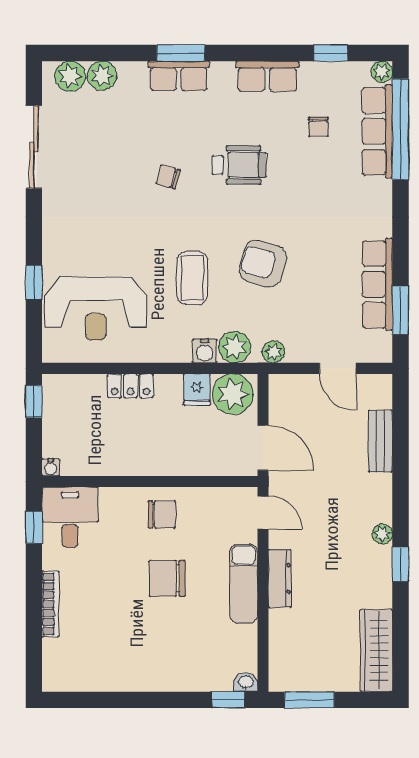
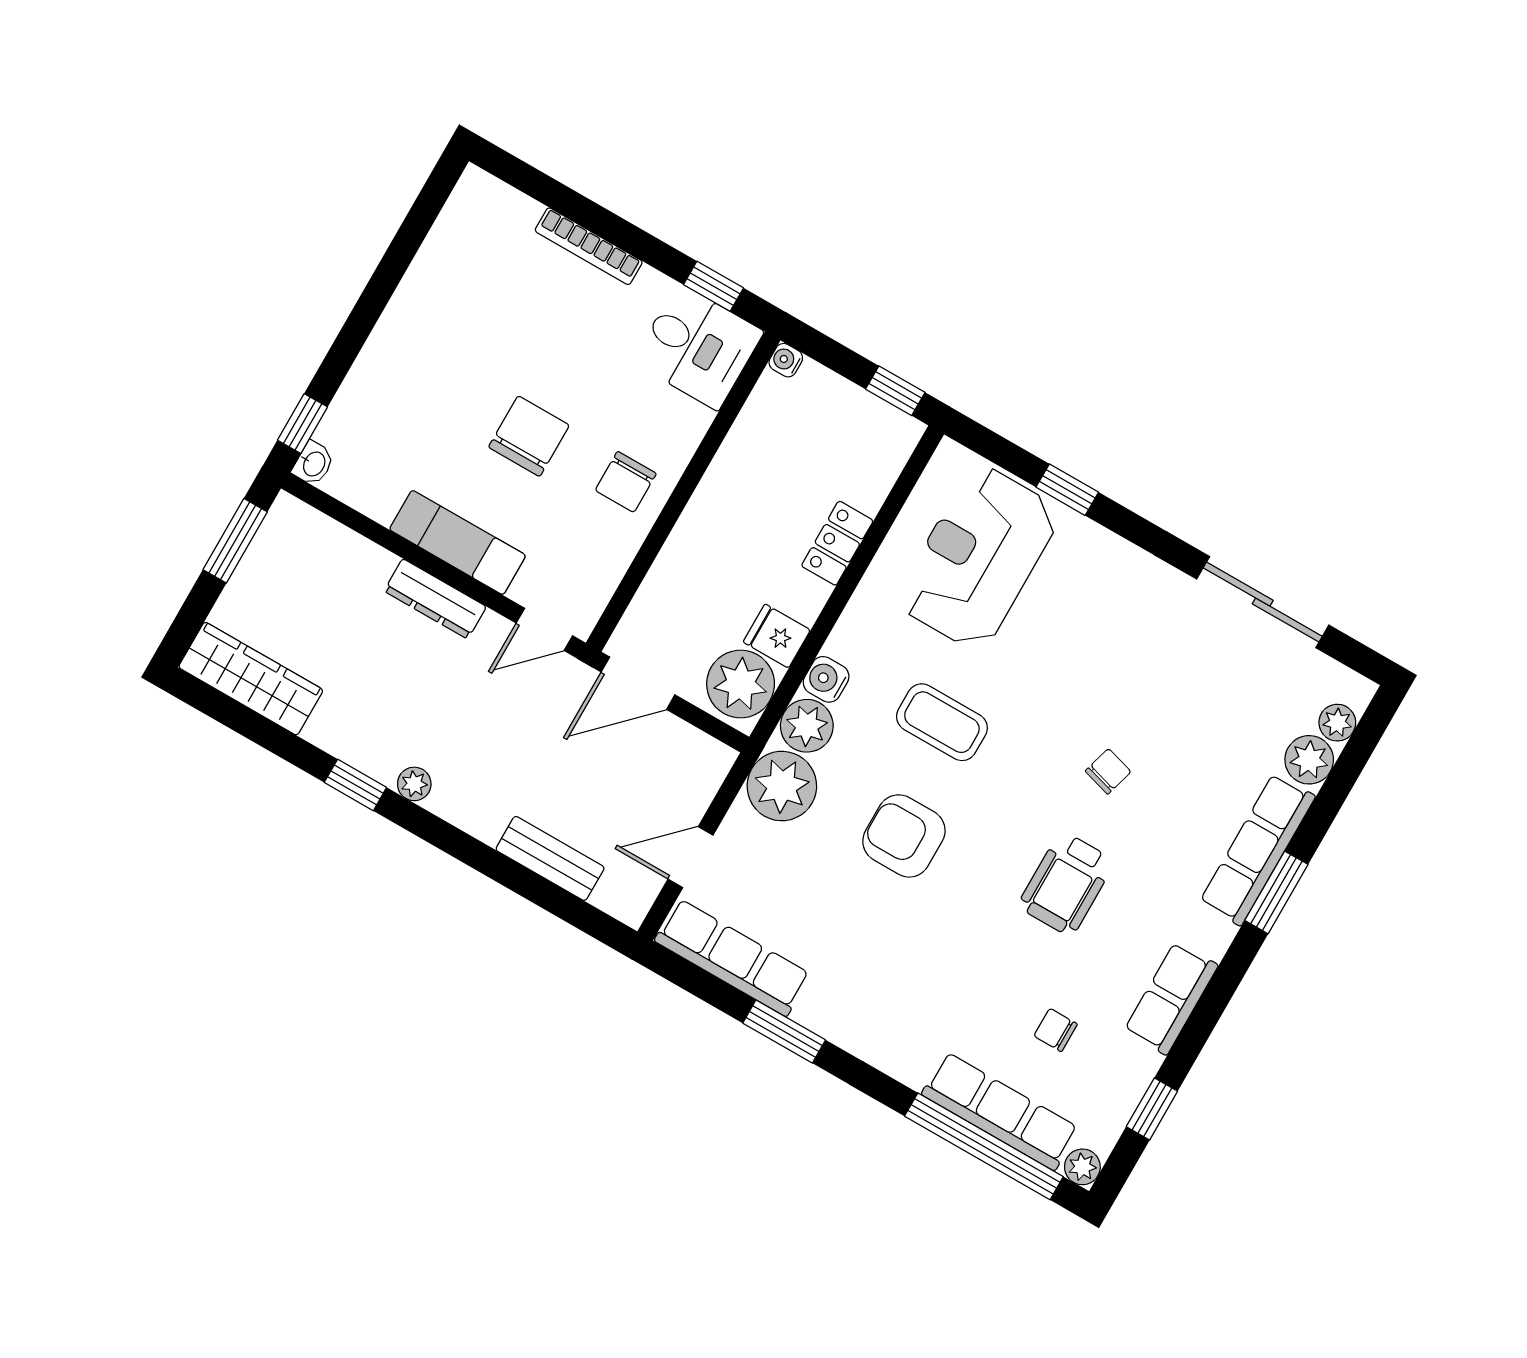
plant: (70, 76) -> (1337, 723), width x0.73, depth x0.73
row of seats: (179, 76) -> (1257, 849), width x1.48
armchair: (263, 264) -> (904, 836), turned -106
row of seats: (377, 284) -> (732, 958), moved
window: (400, 310) -> (784, 1032), moved
plant: (273, 352) -> (782, 786), width x1.87, depth x1.87

